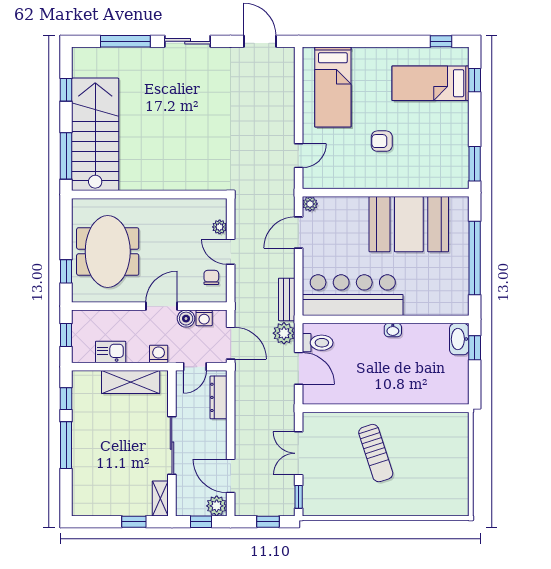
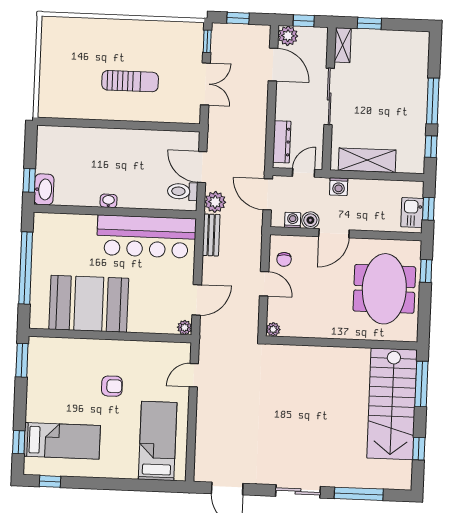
plant: (220, 227) -> (273, 329), moved
kitchen sink: (111, 352) -> (412, 213), moved, turned 90
sun lounger: (376, 453) -> (130, 81), turned 108

